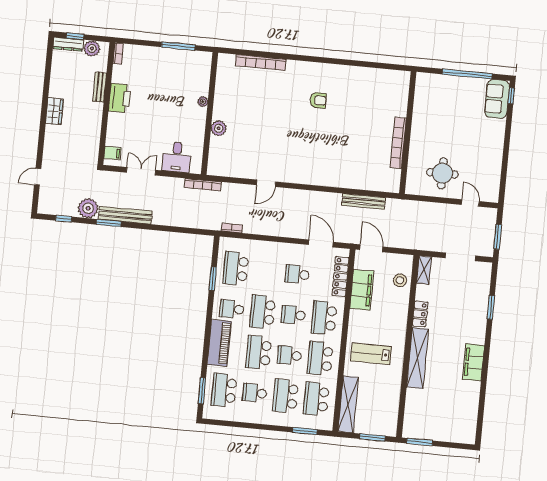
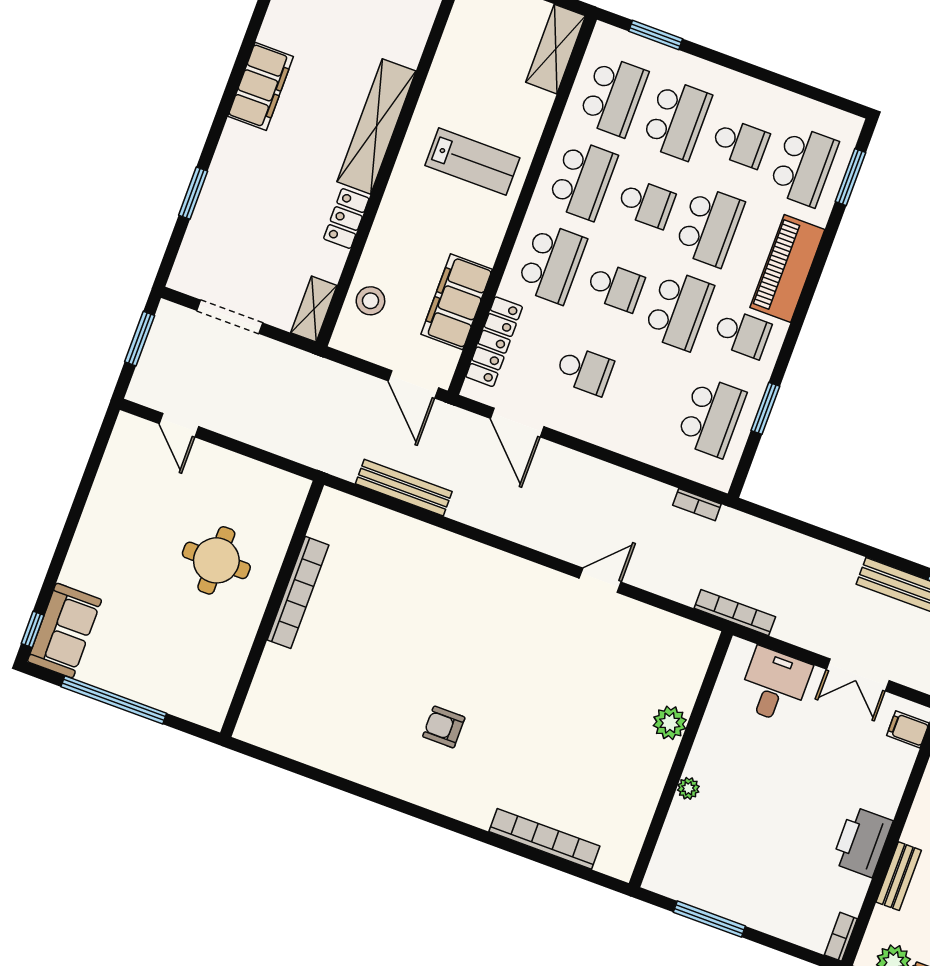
round table: (442, 173) -> (216, 560), moved
shelving: (348, 404) -> (556, 49), width x0.68

